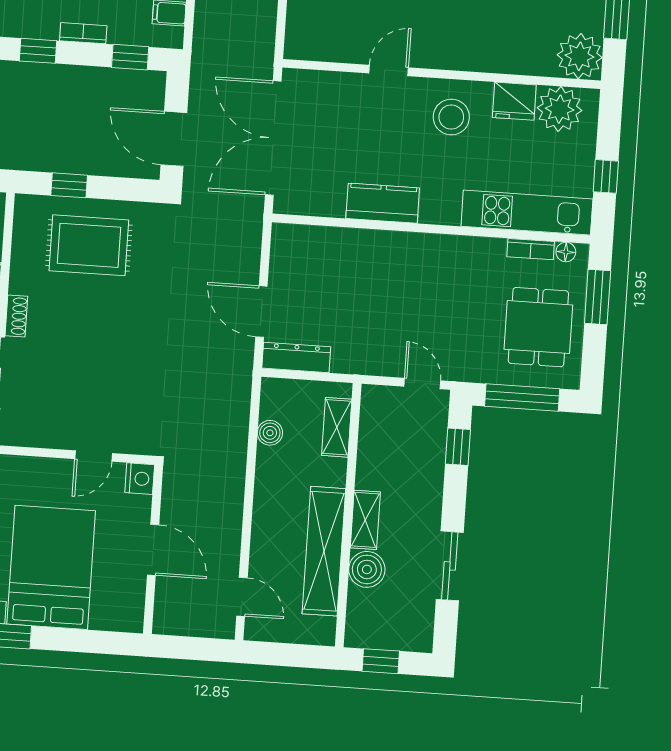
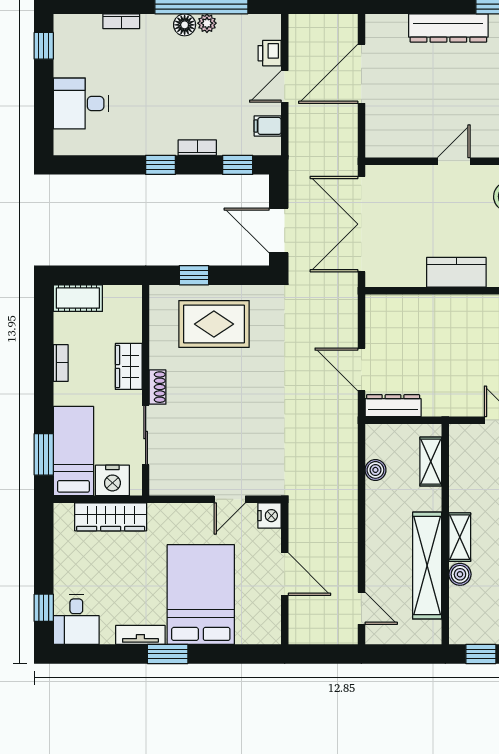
boiler: (367, 569) -> (460, 574), width x0.73, depth x0.73

